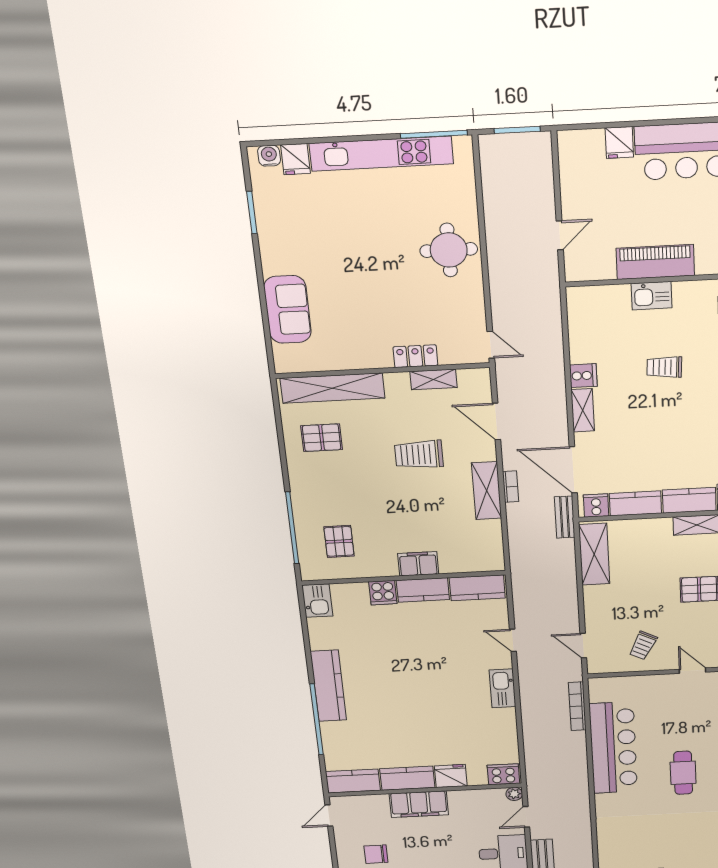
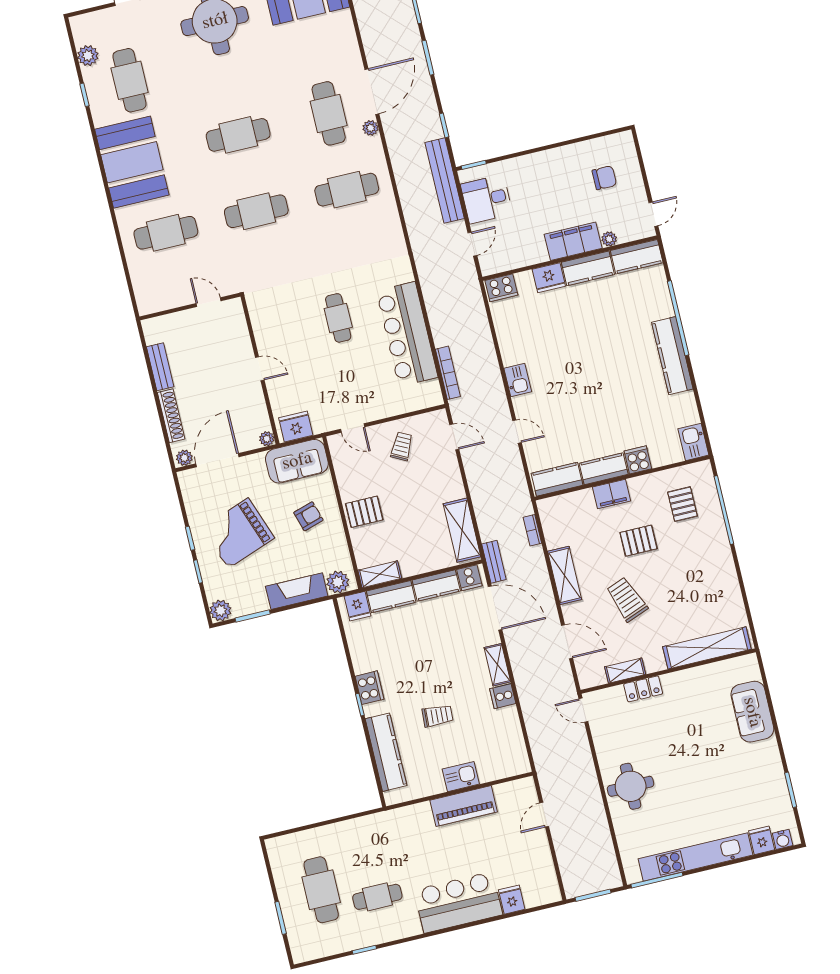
pallet: (322, 438) -> (639, 541), moved
trolley: (419, 454) -> (627, 599), turned -111
bookcase: (511, 487) -> (532, 530), moved
kitchen sink: (503, 688) -> (518, 380), width x0.73
plant: (514, 794) -> (609, 239), moved

